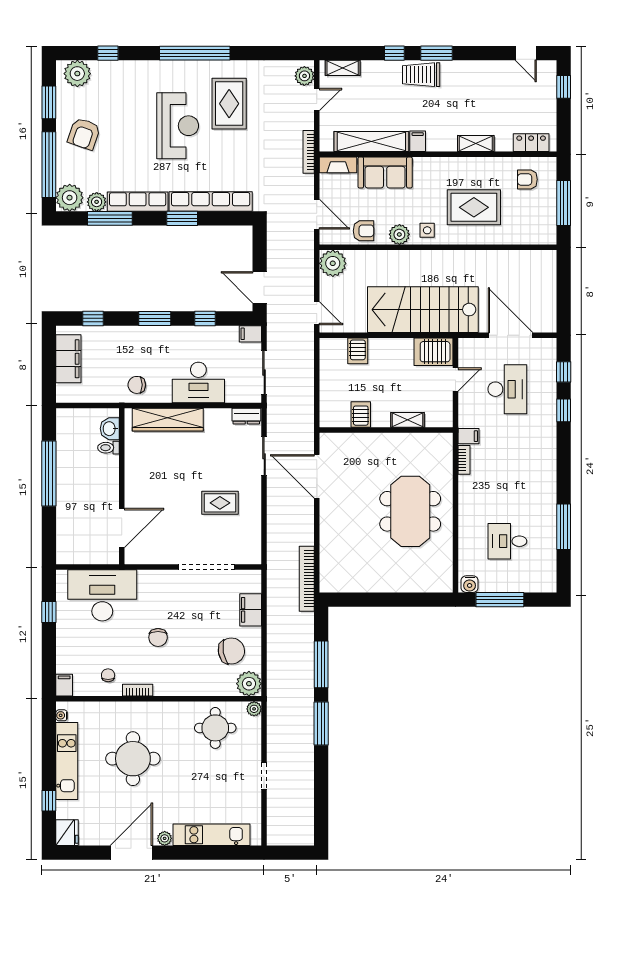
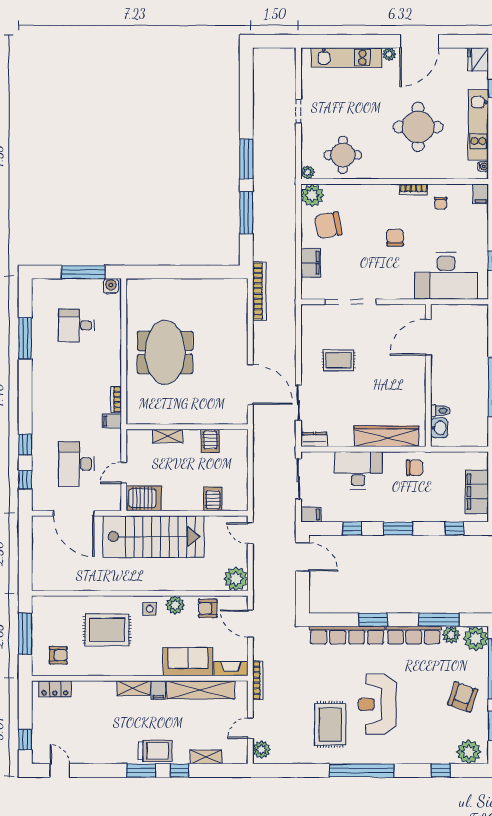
shelving: (343, 68) -> (206, 757), moved
shelving: (476, 143) -> (133, 688), moved
desk: (507, 541) -> (76, 325), turned 180

